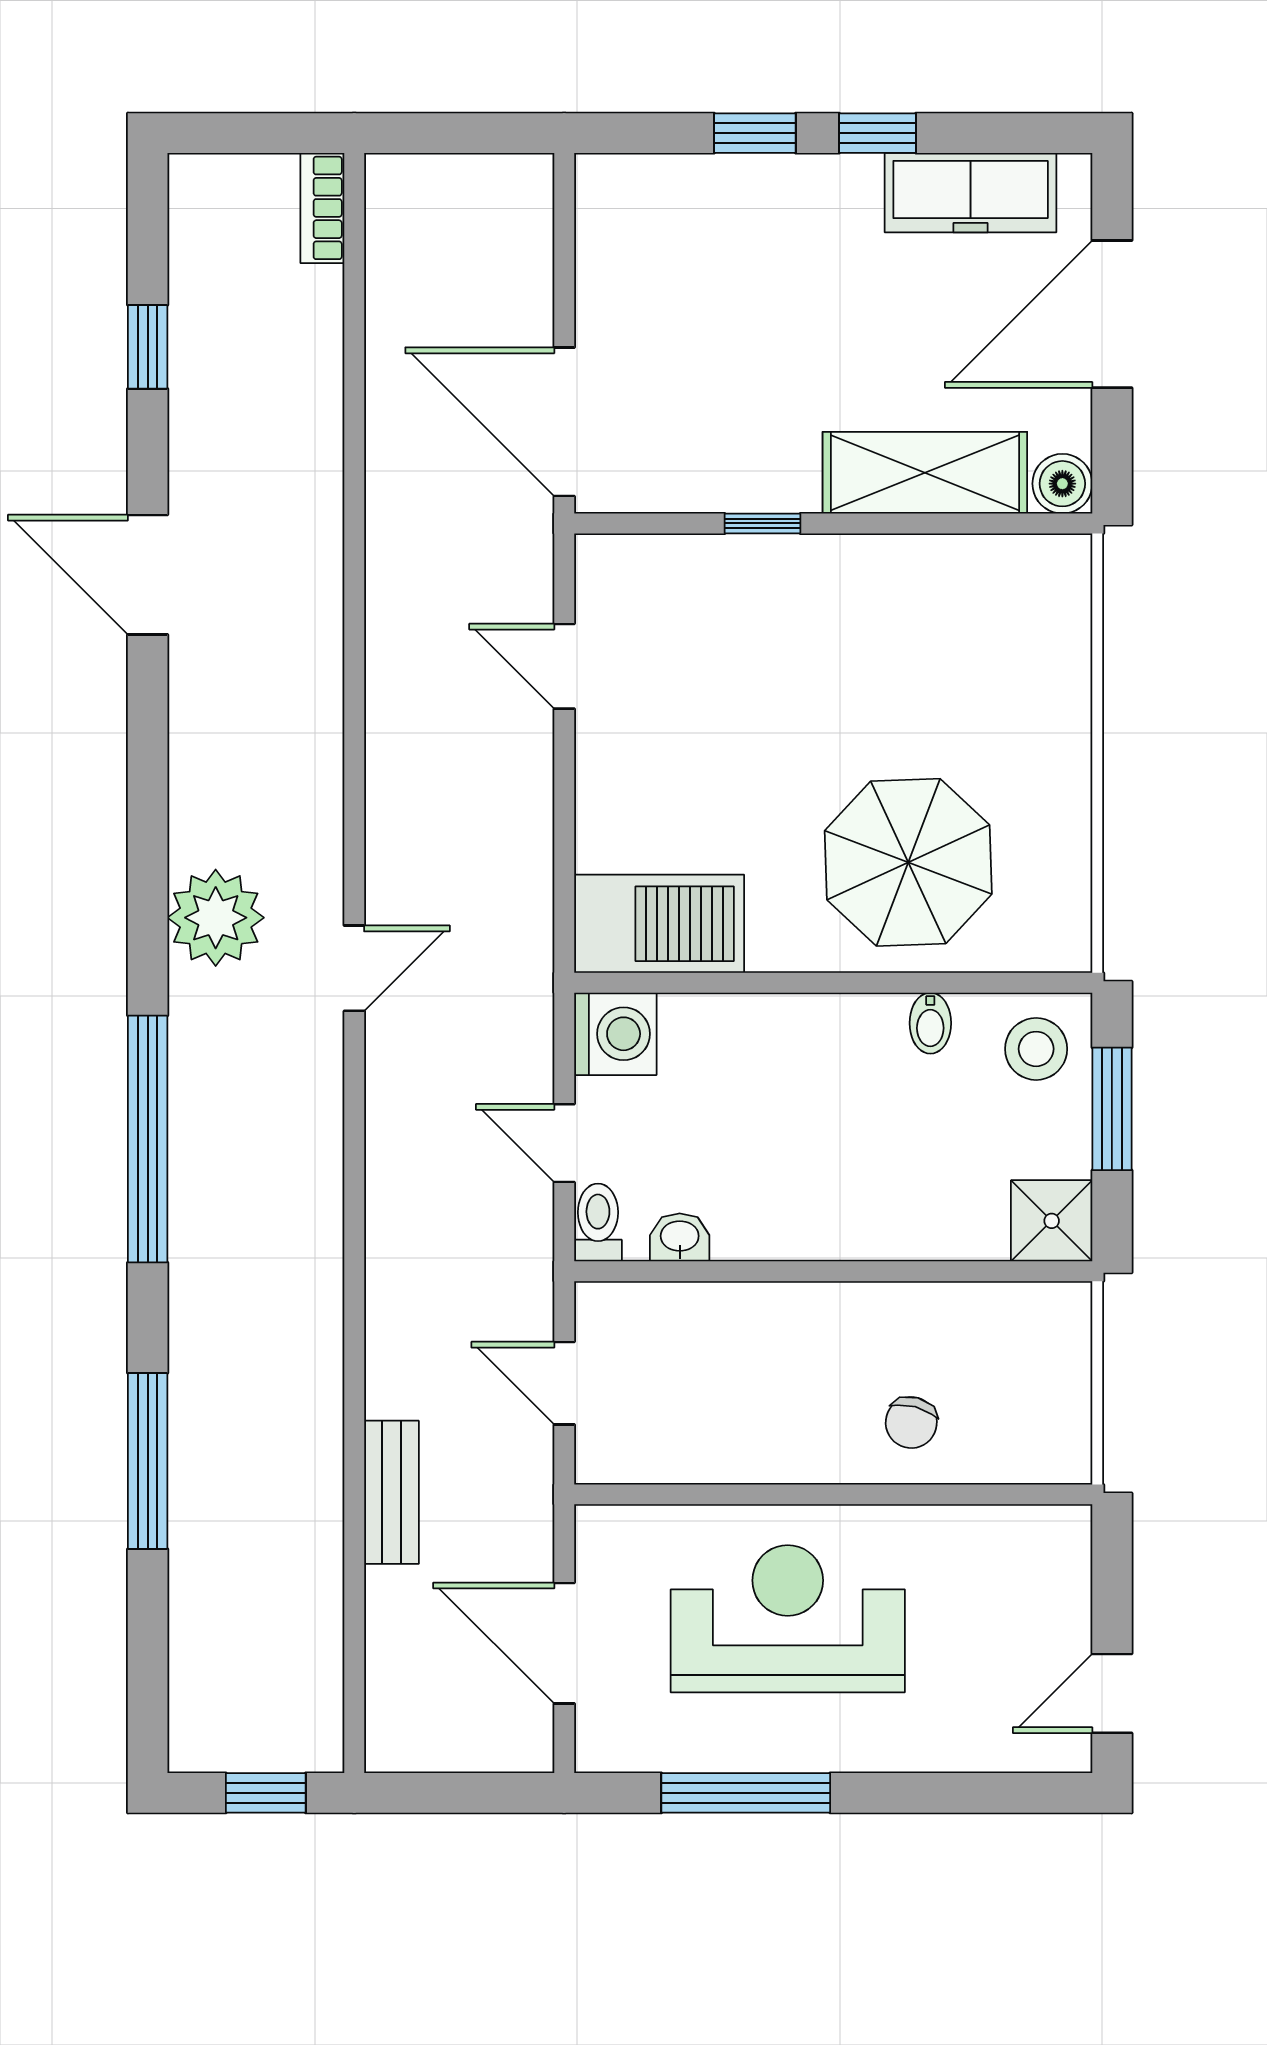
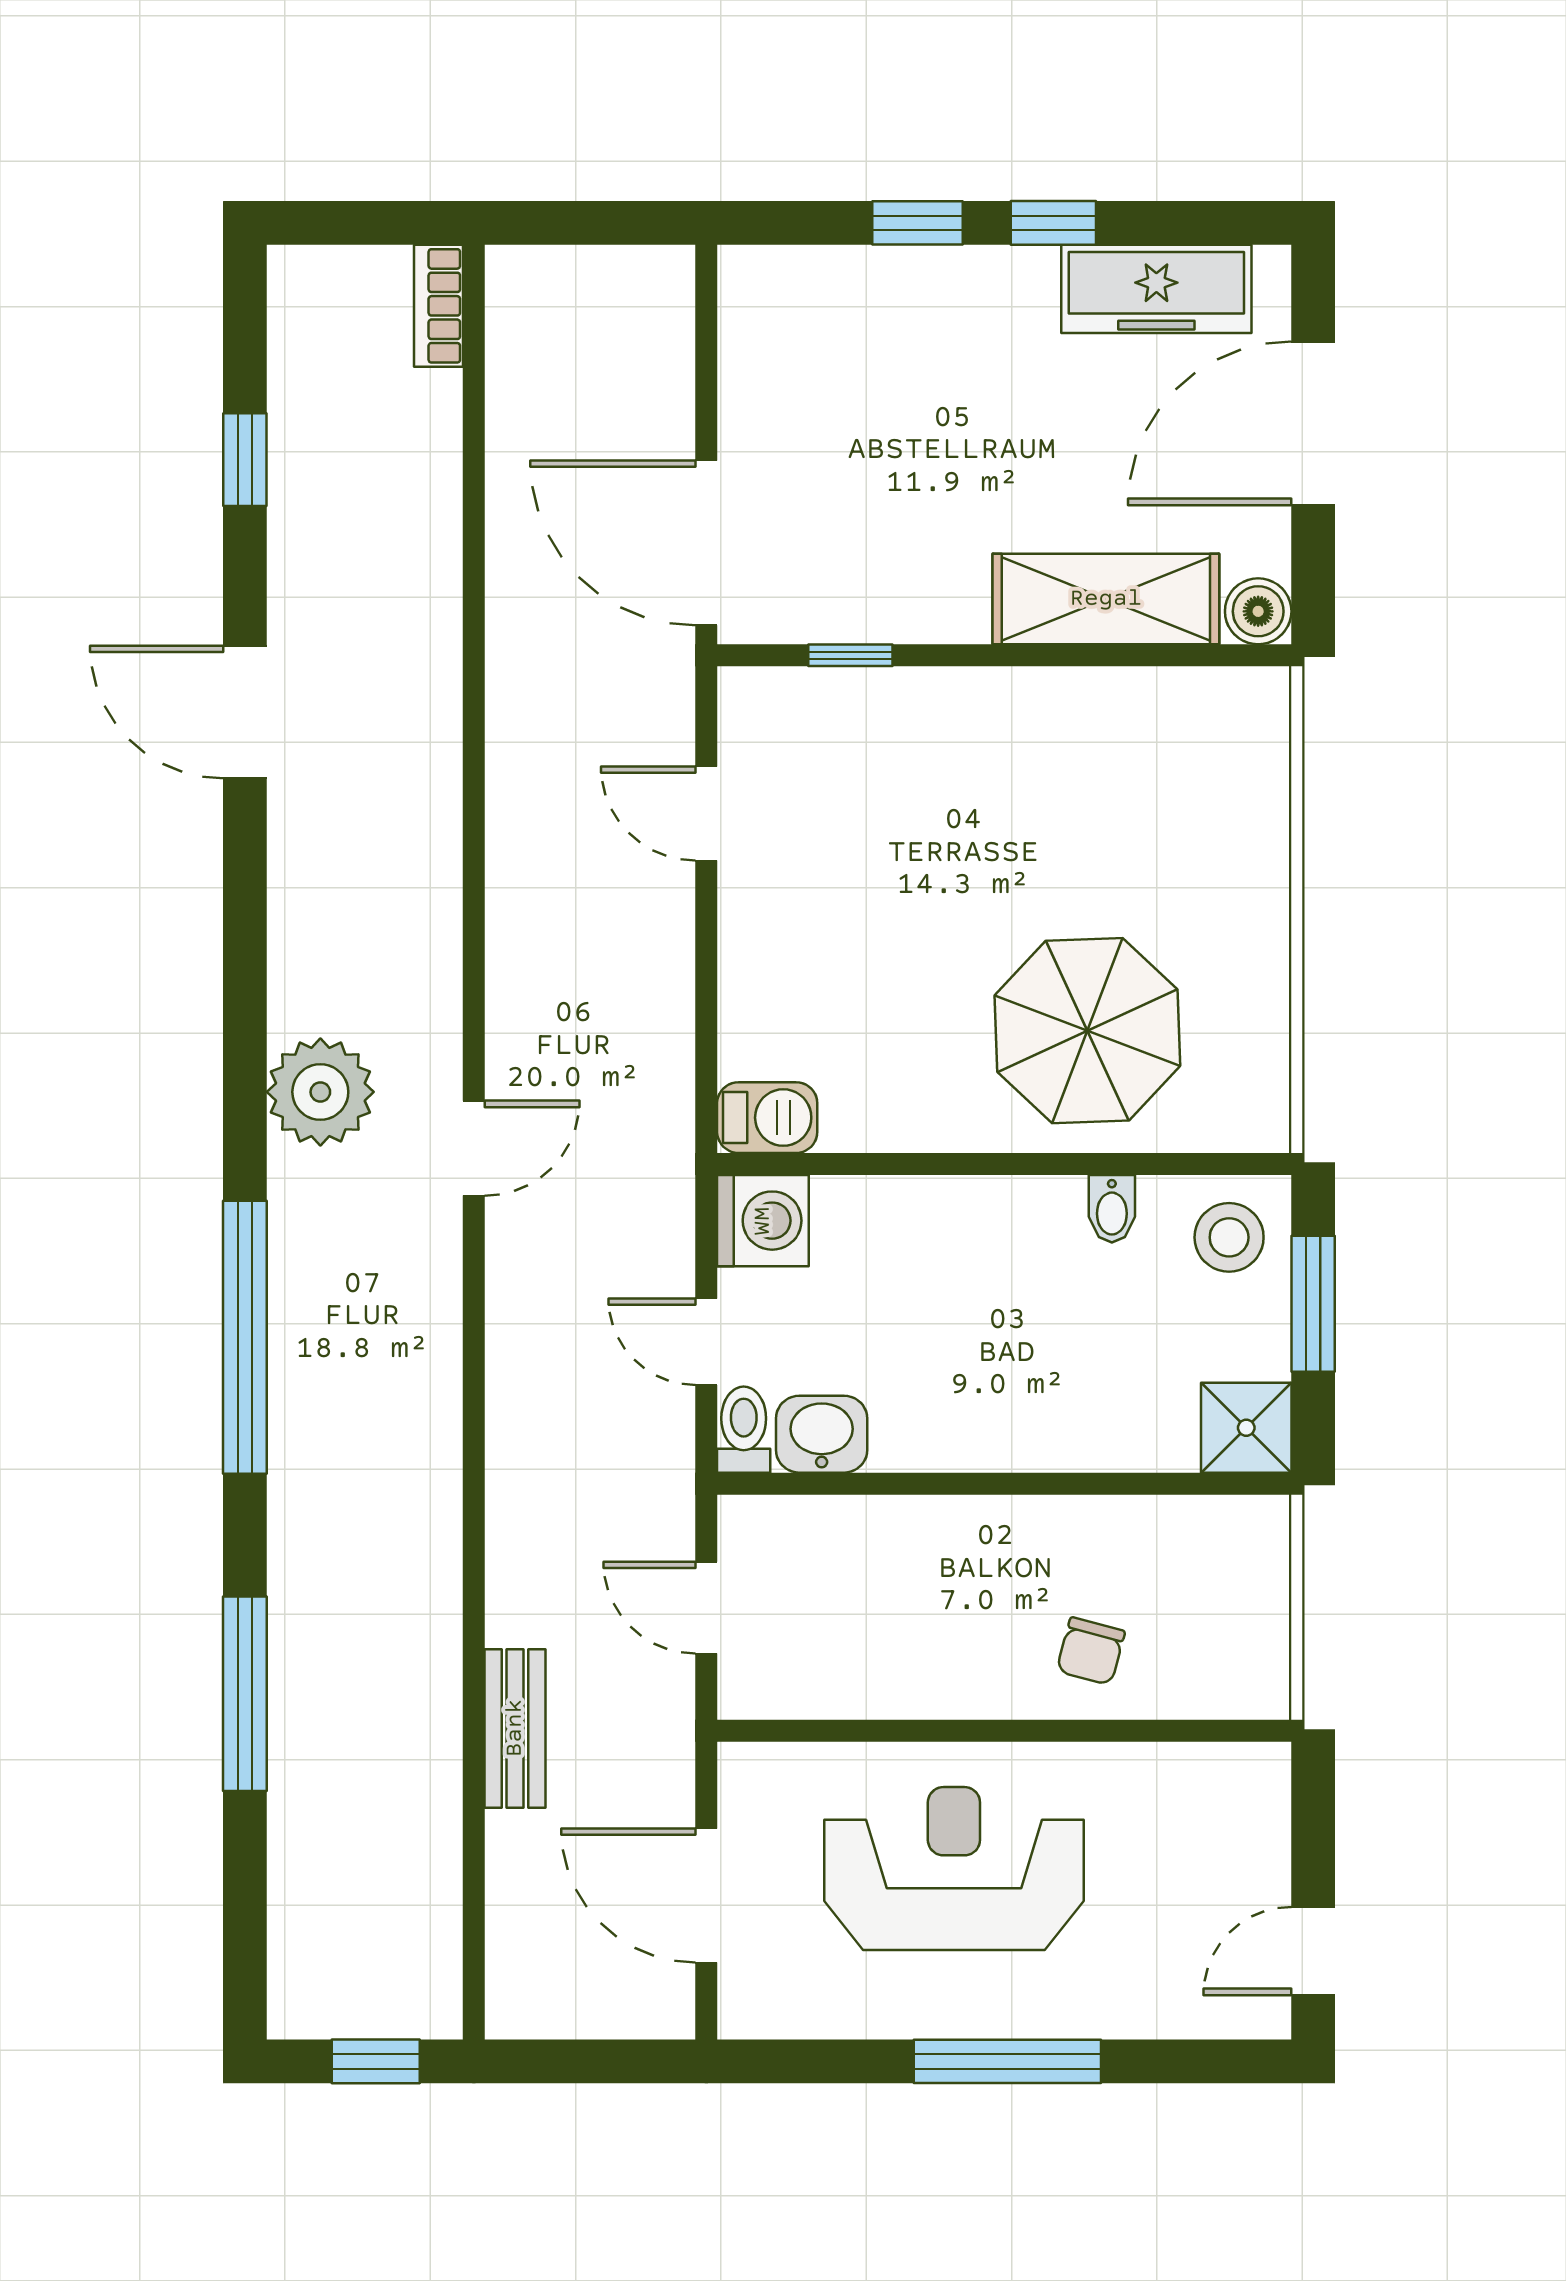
window: (762, 523) -> (850, 655), moved
barbecue: (659, 924) -> (767, 1118), width x0.53, depth x0.65
washbasin: (680, 1237) -> (822, 1434), width x1.38, depth x1.45
window: (746, 1793) -> (1007, 2061), moved

